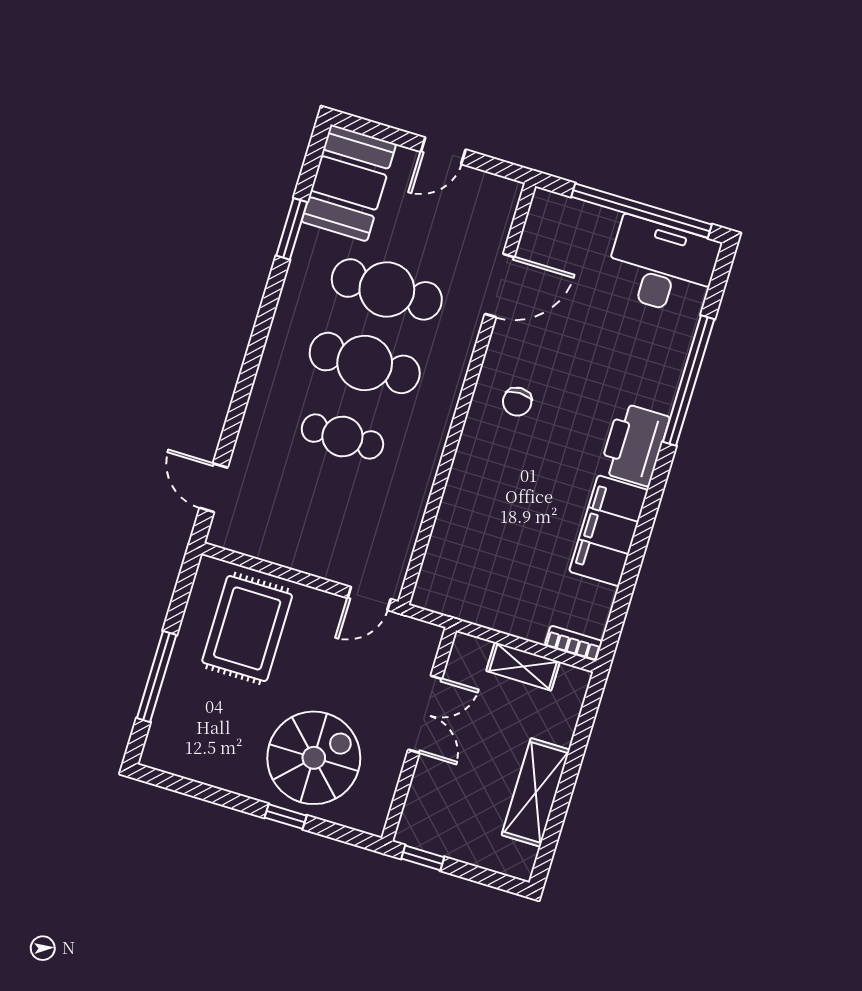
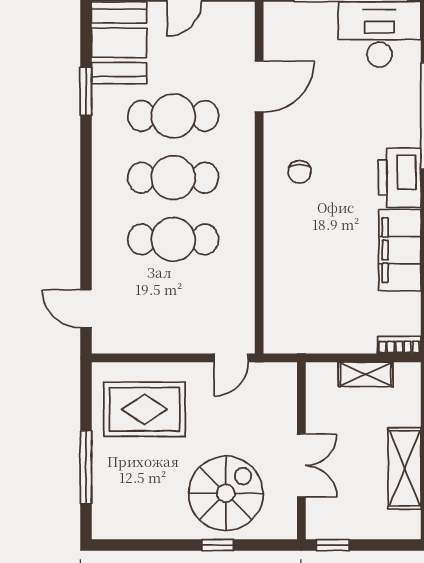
cafe table: (342, 437) -> (173, 239), width x1.37, depth x1.35
rug: (247, 628) -> (144, 409), turned 90
double door: (425, 714) -> (301, 466), moved

